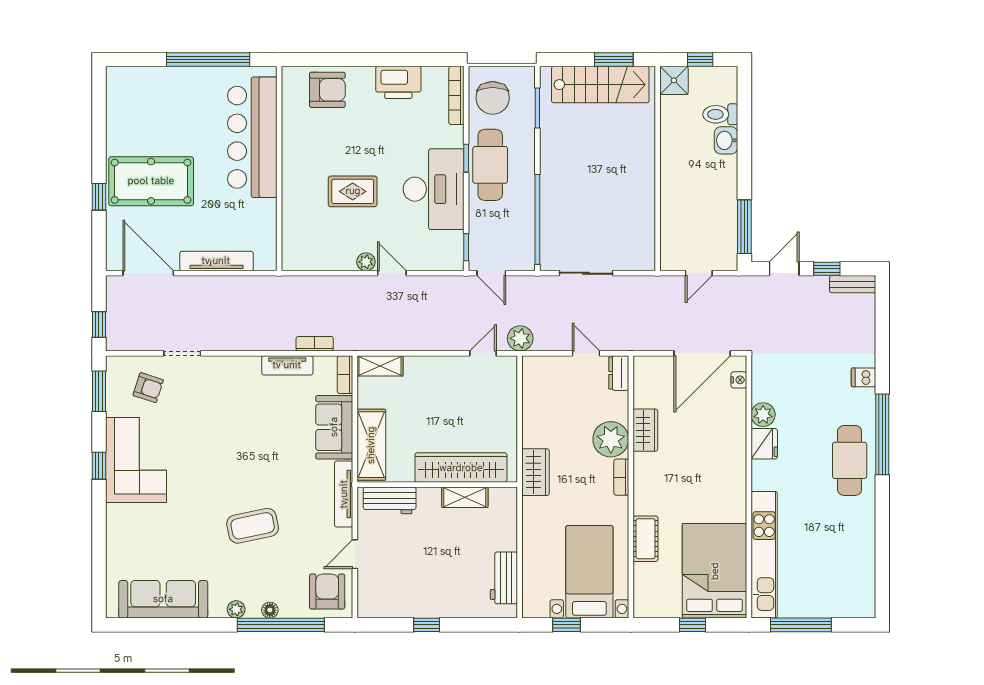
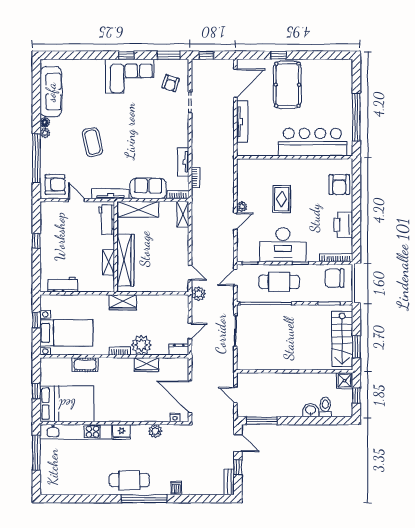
cafe table: (490, 165) -> (279, 282), moved
fridge: (764, 444) -> (122, 432), moved
floor lamp: (270, 610) -> (45, 122), moved

